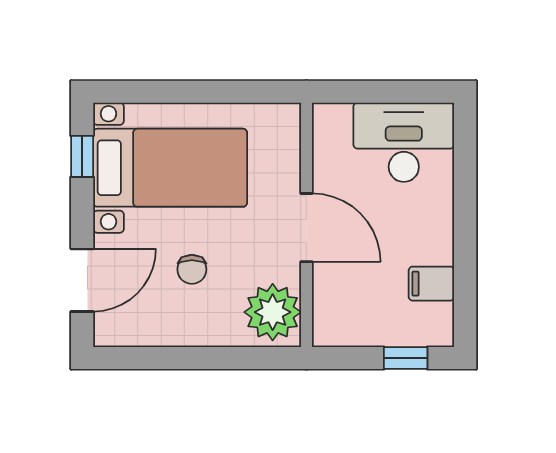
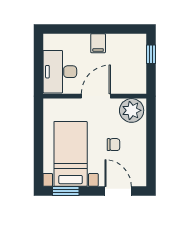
desk: (404, 142) -> (60, 72), moved
window: (82, 156) -> (66, 191), width x1.50
filing cabinet: (431, 284) -> (98, 43), moved

